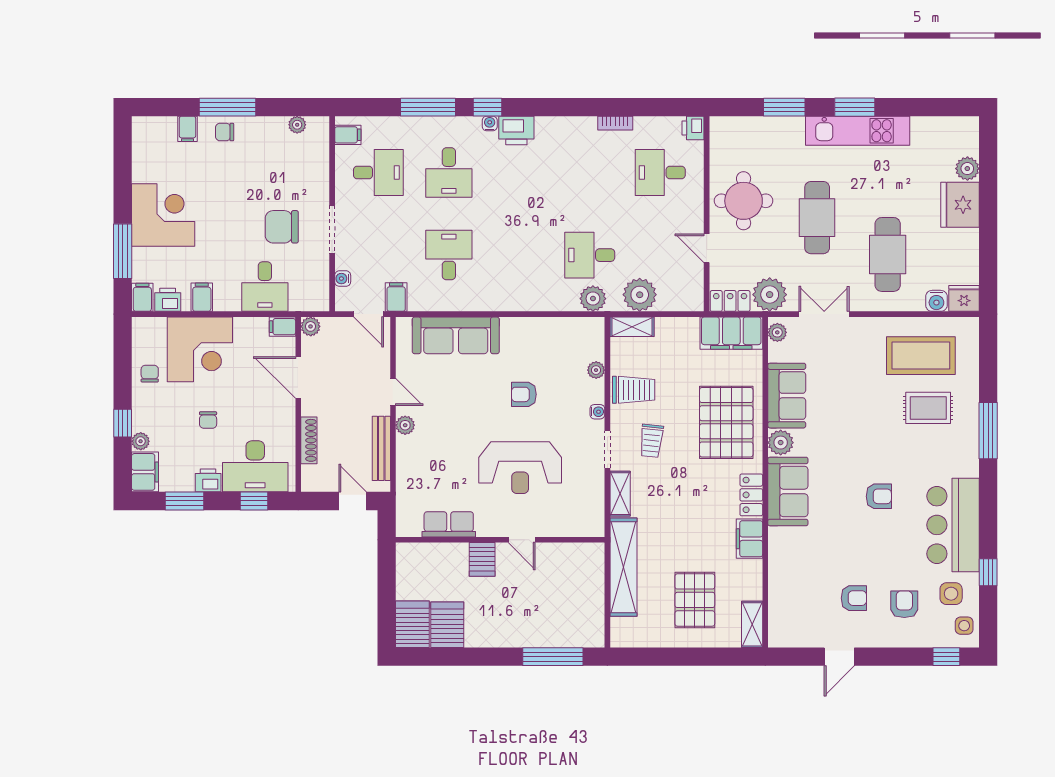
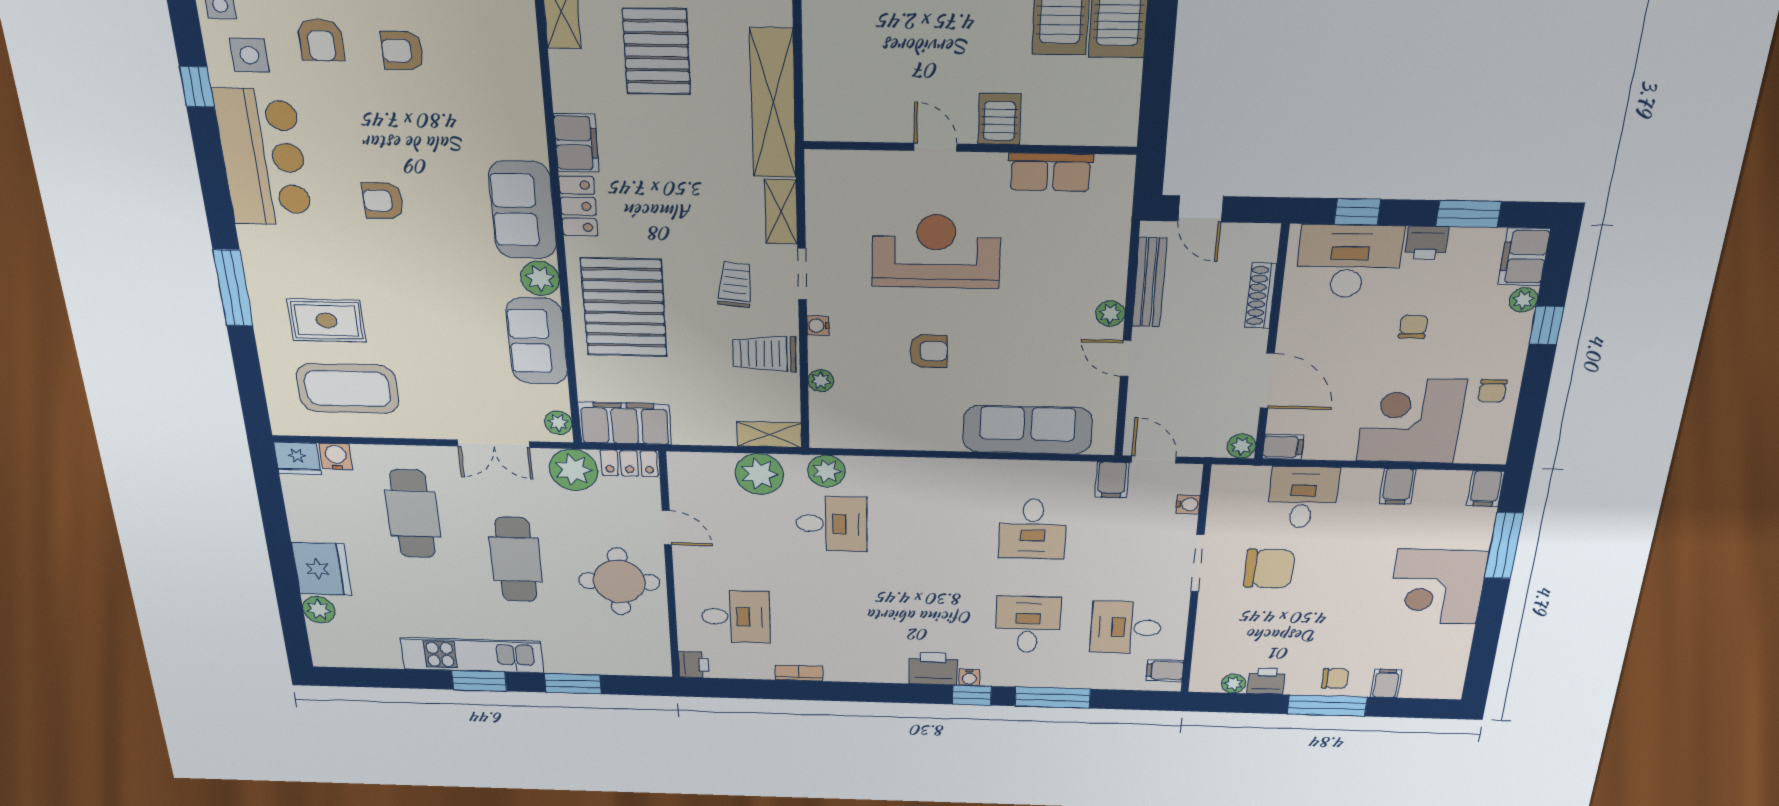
printer: (168, 300) -> (1266, 681), moved, turned 180

